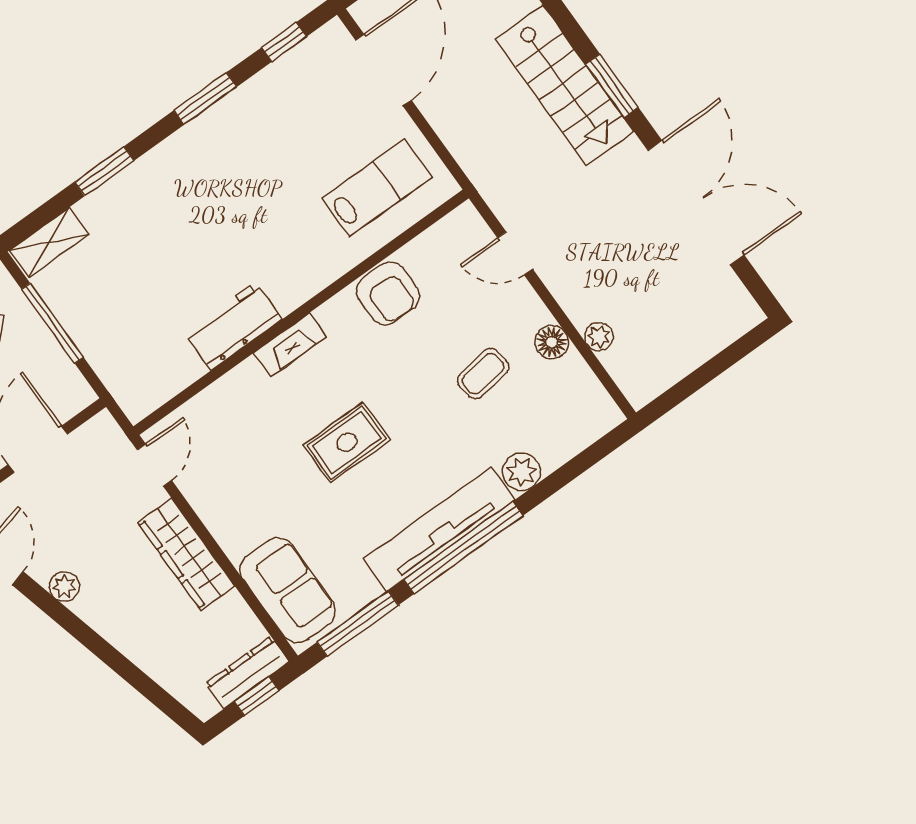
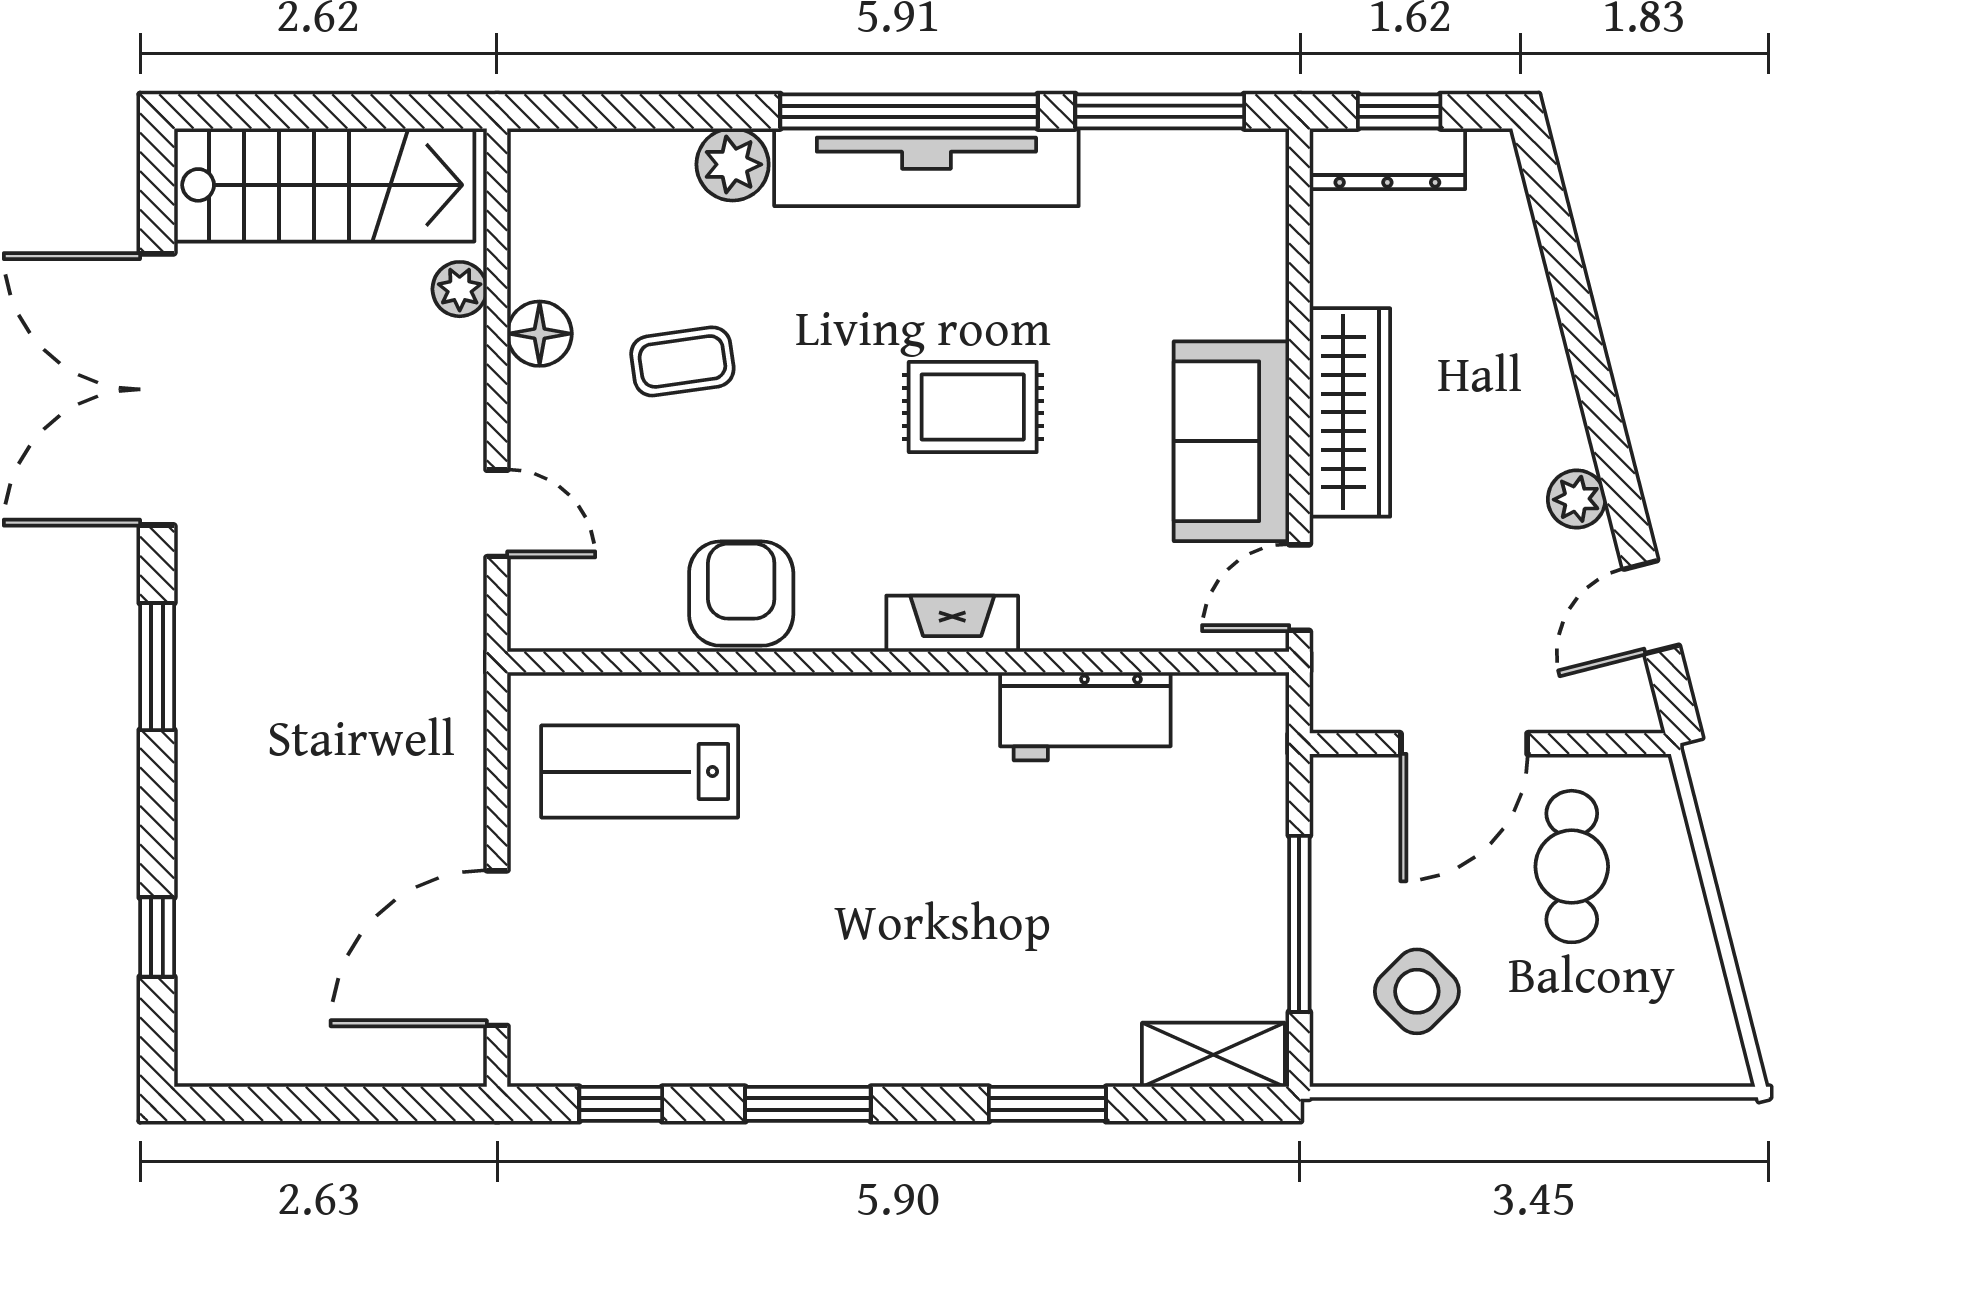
stairs: (565, 85) -> (324, 185), moved, turned 90
workbench: (233, 326) -> (1085, 716), moved
sofa: (288, 590) -> (1231, 441), moved

